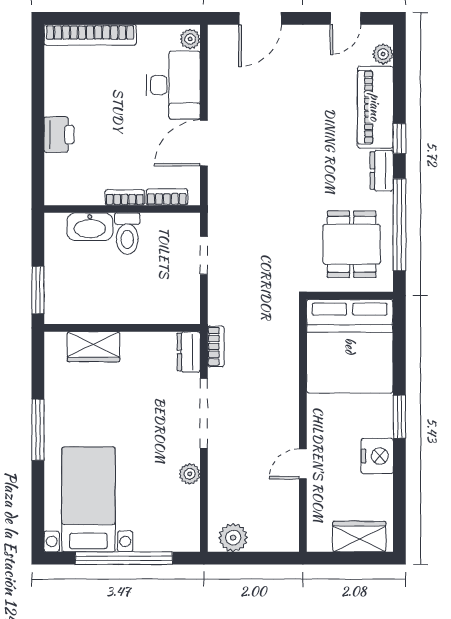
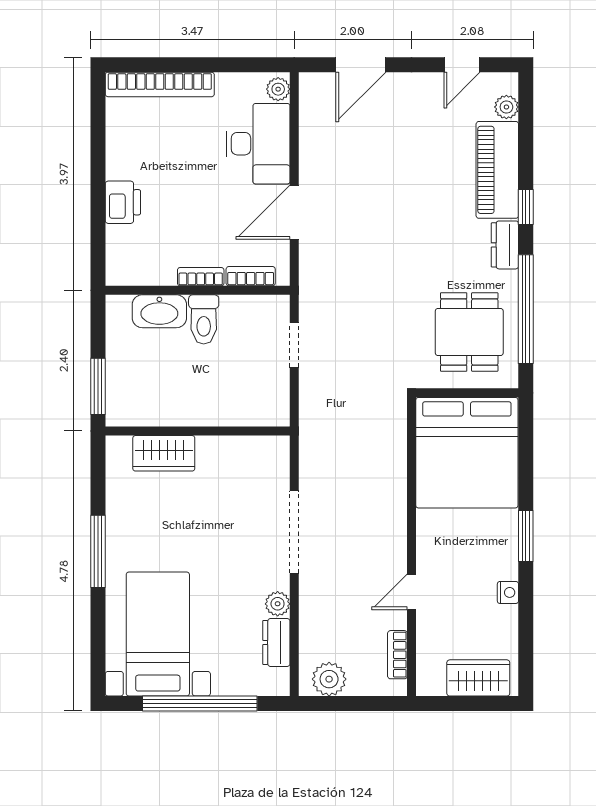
bookcase: (216, 346) -> (397, 655), moved, turned 180
dresser: (189, 352) -> (276, 642), moved
nightstand: (377, 456) -> (508, 592), width x0.53, depth x0.56

